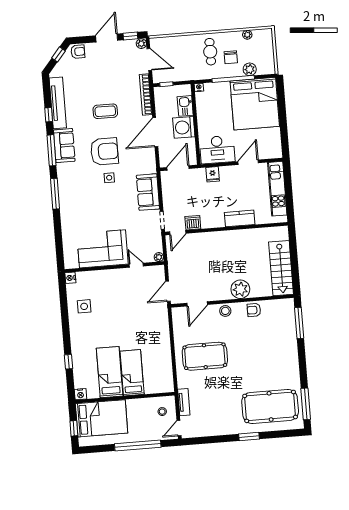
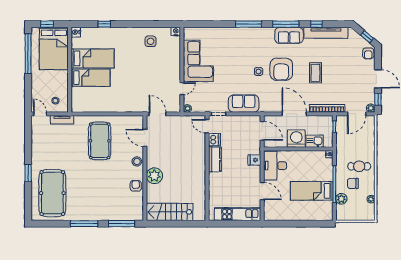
bed: (255, 104) -> (312, 191), width x0.49
kitchen counter: (240, 218) -> (215, 159), moved
window: (306, 404) -> (84, 224), moved
window: (138, 445) -> (28, 54), moved

